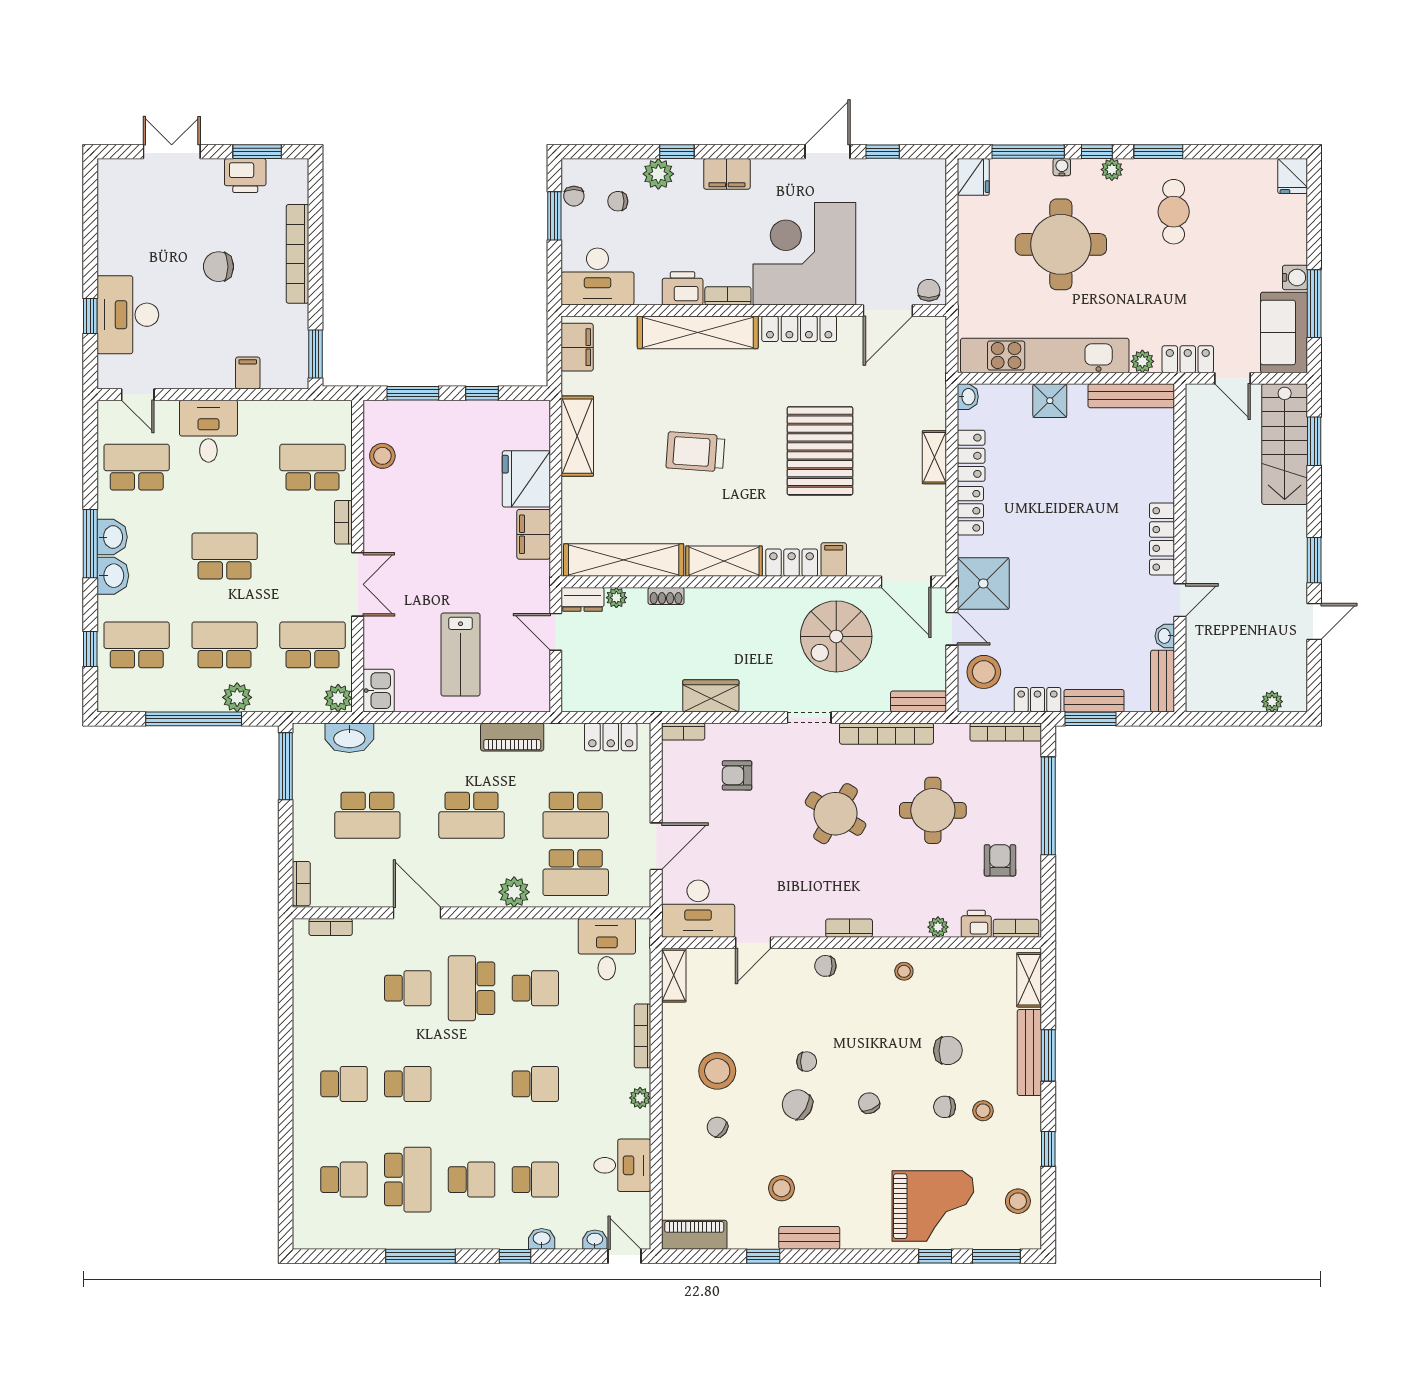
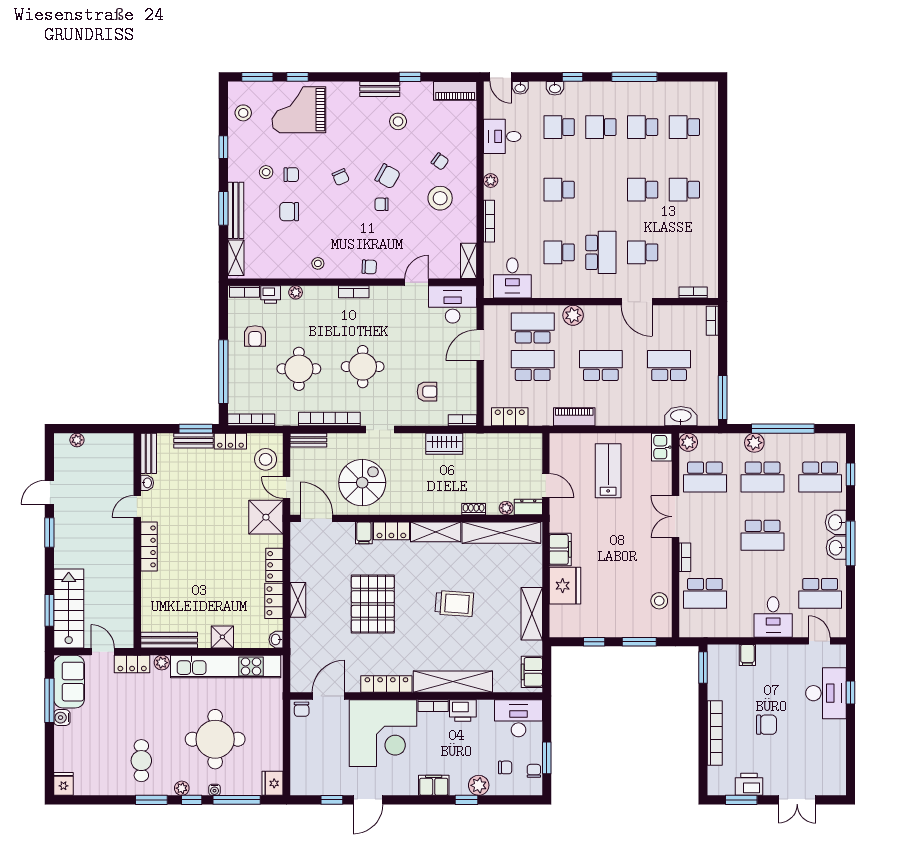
round table: (836, 814) -> (363, 367), turned -31
school desk: (408, 1180) -> (643, 127), width x0.54

